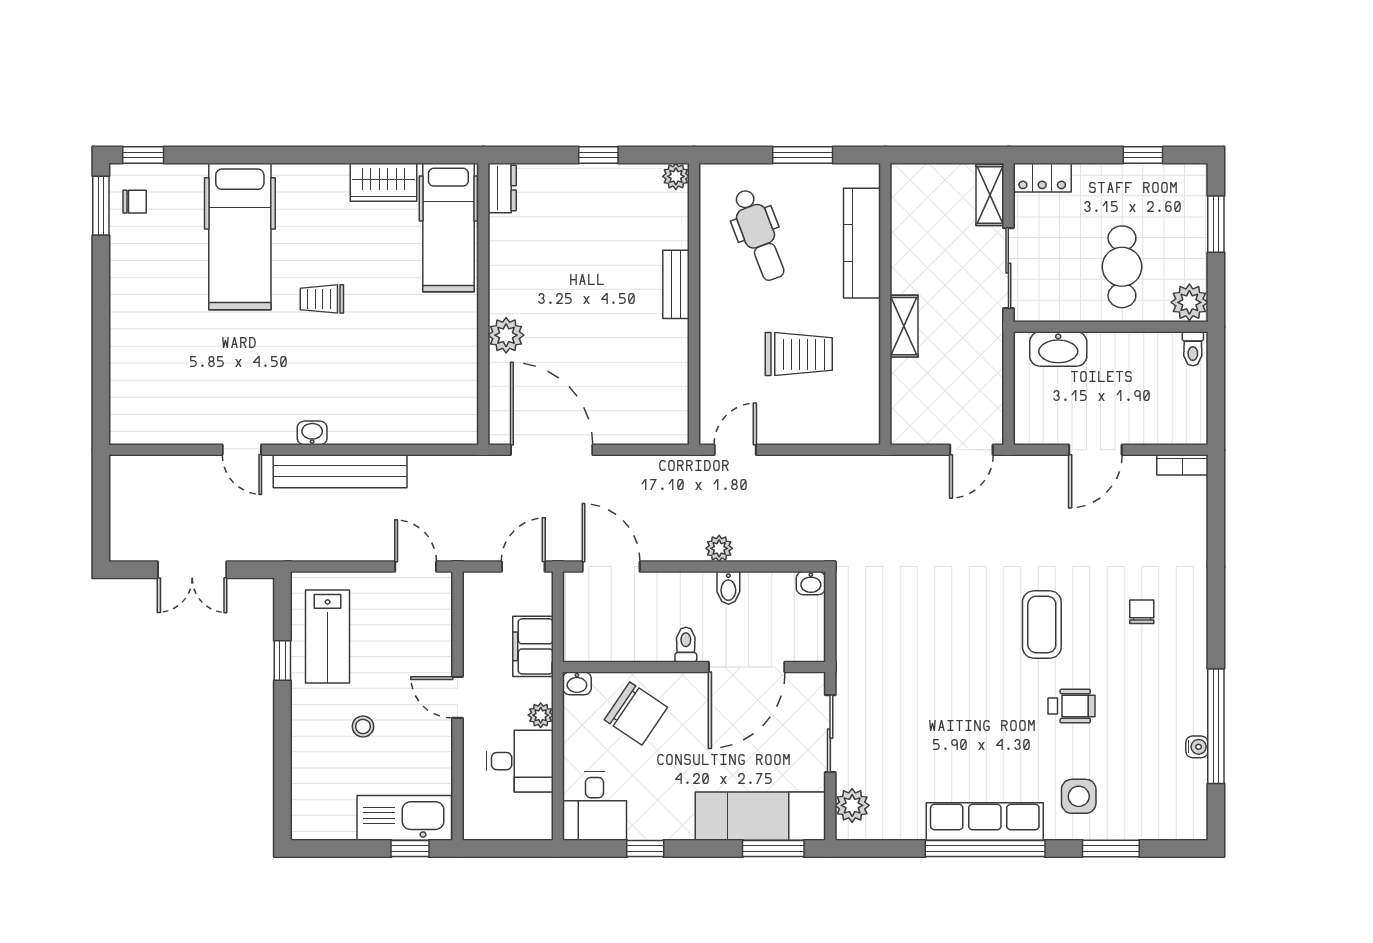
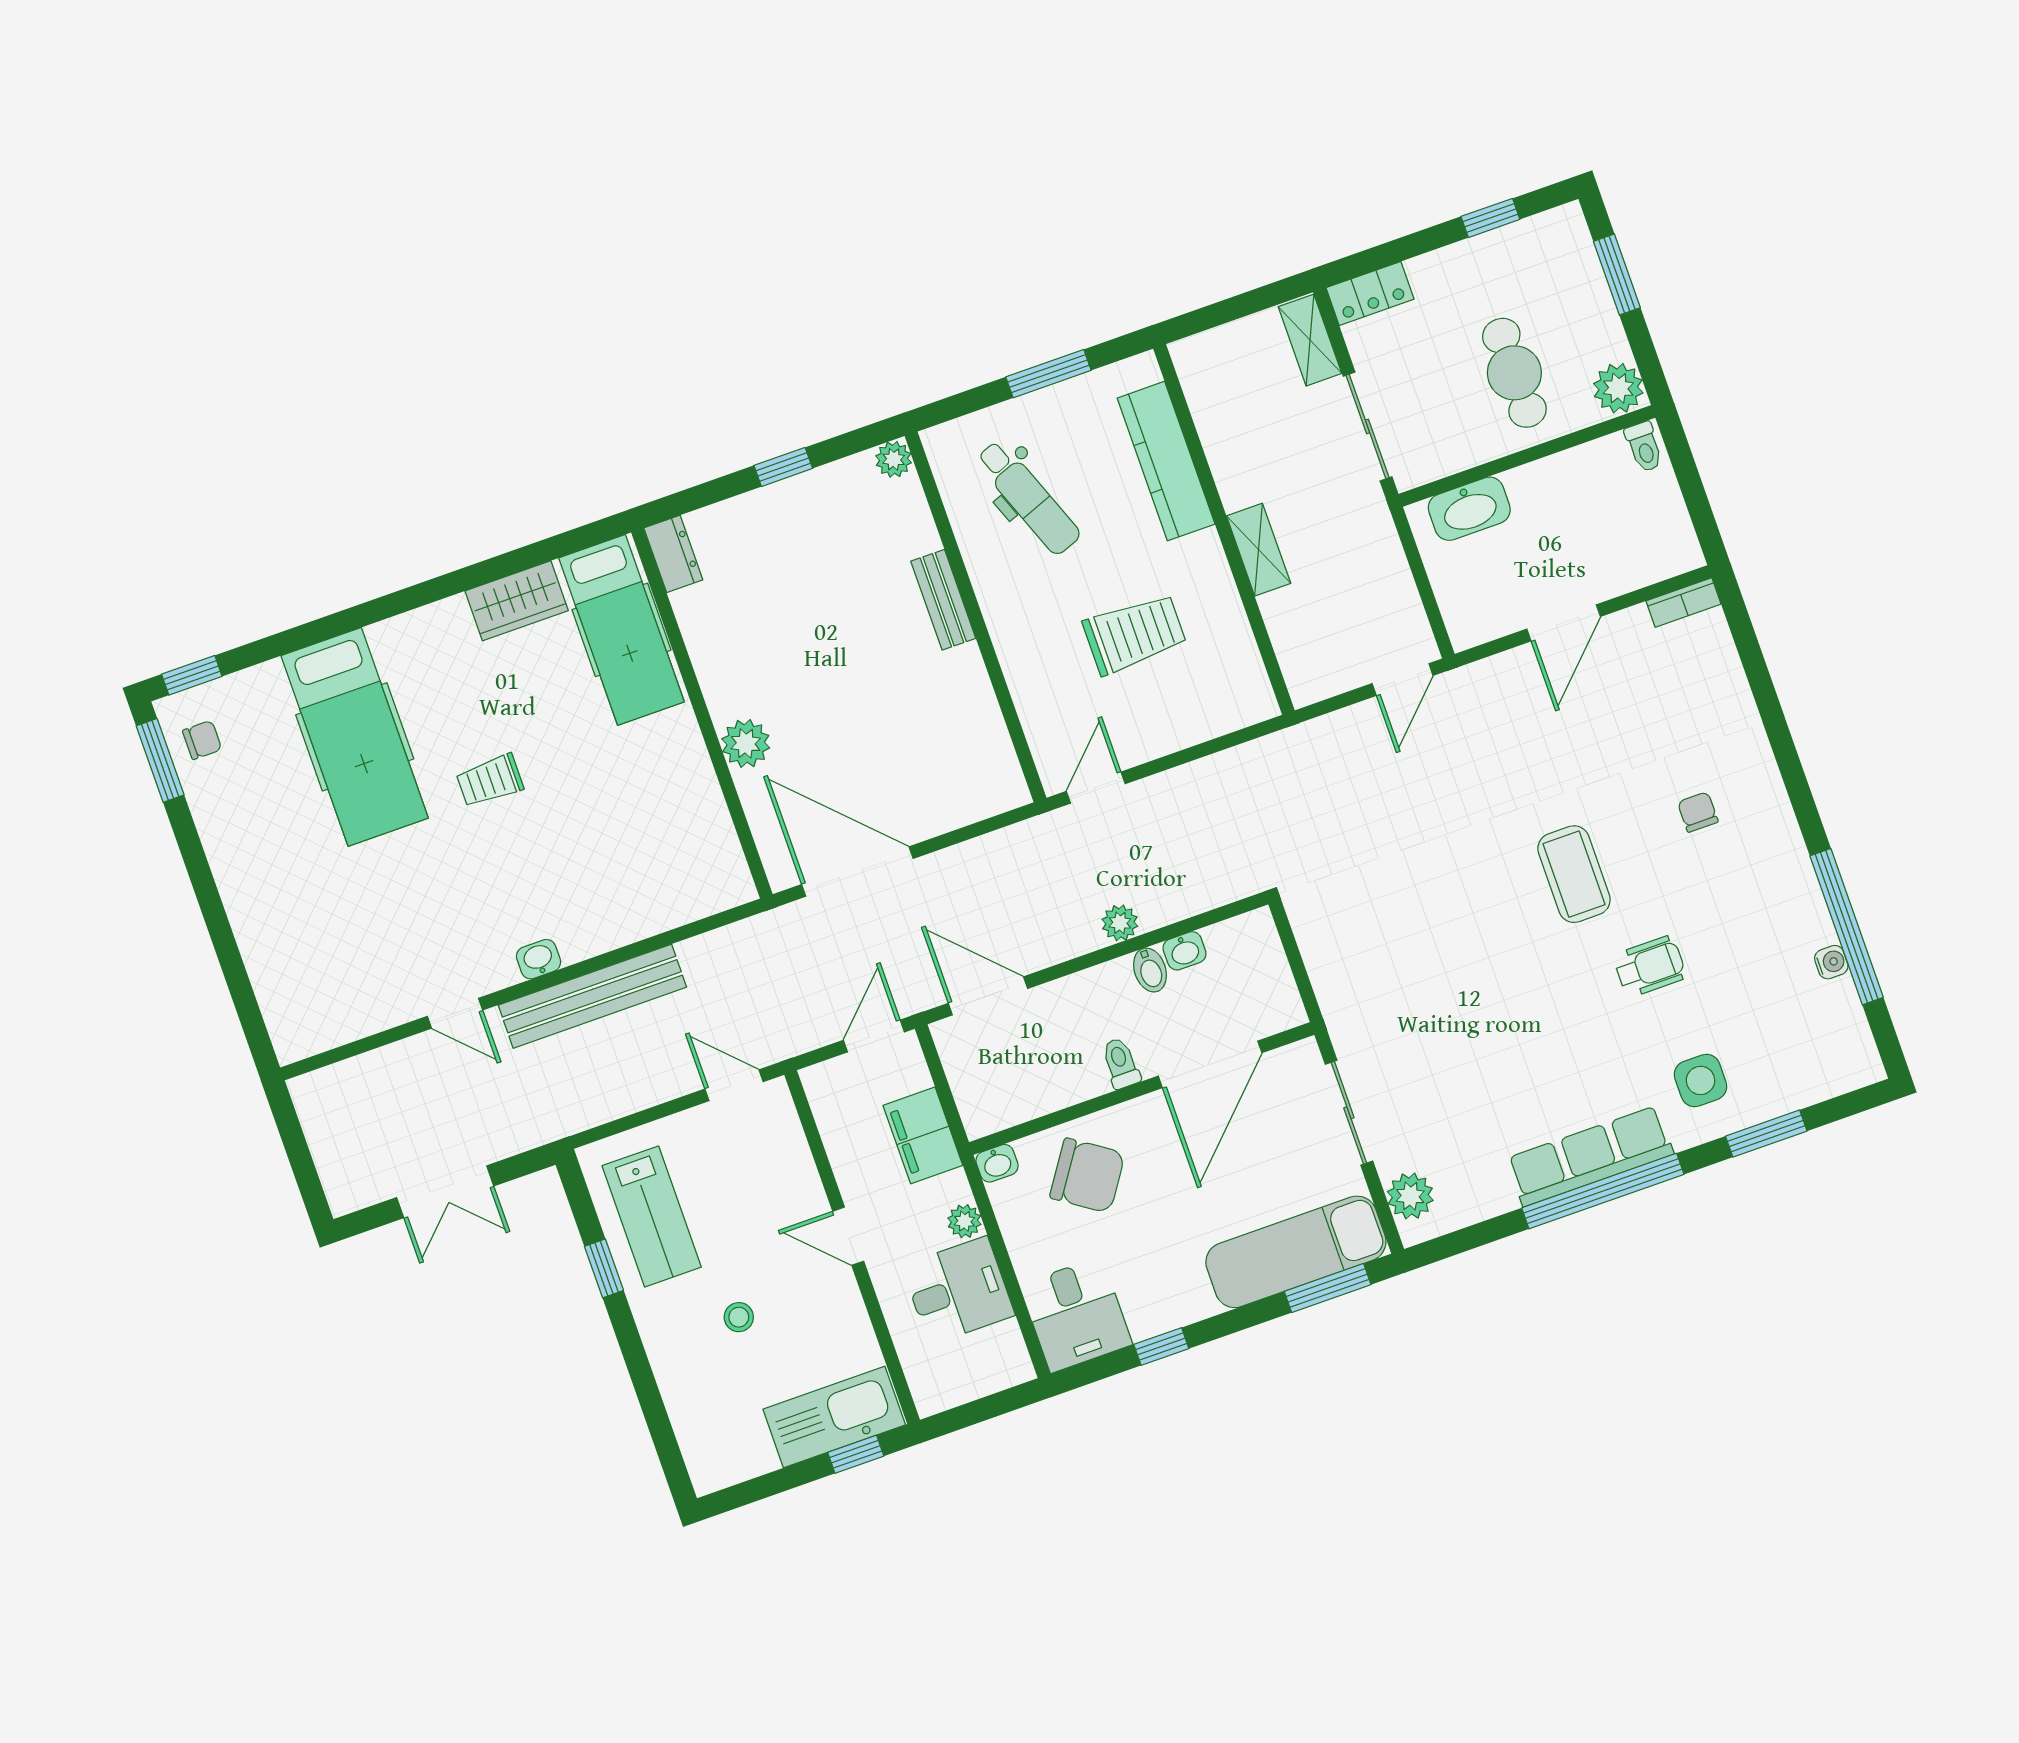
washbasin: (811, 583) -> (1185, 951), moved

